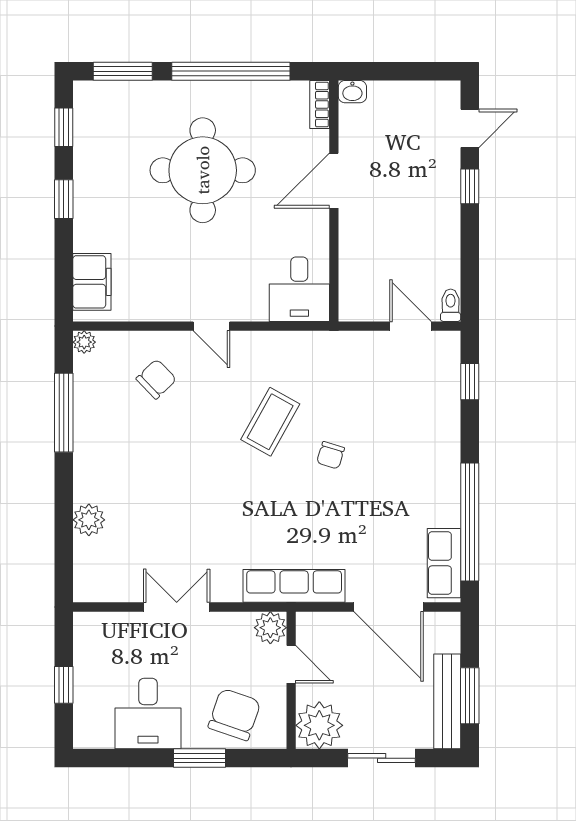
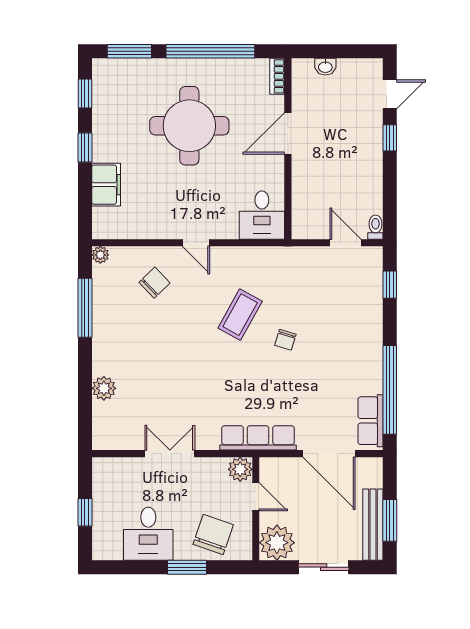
washbasin: (352, 92) -> (325, 67), moved
filing cabinet: (92, 282) -> (106, 185), moved

